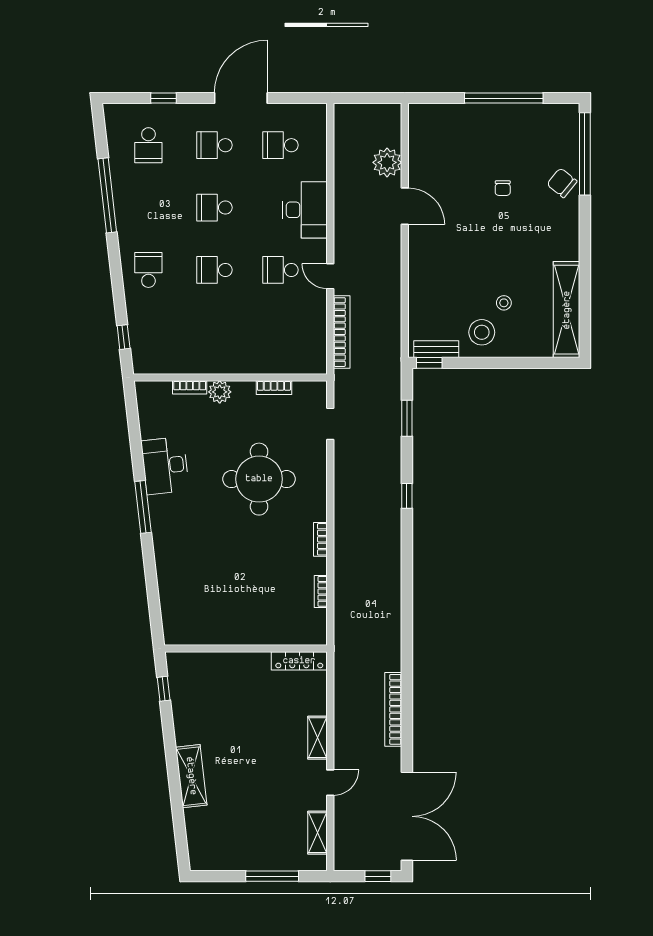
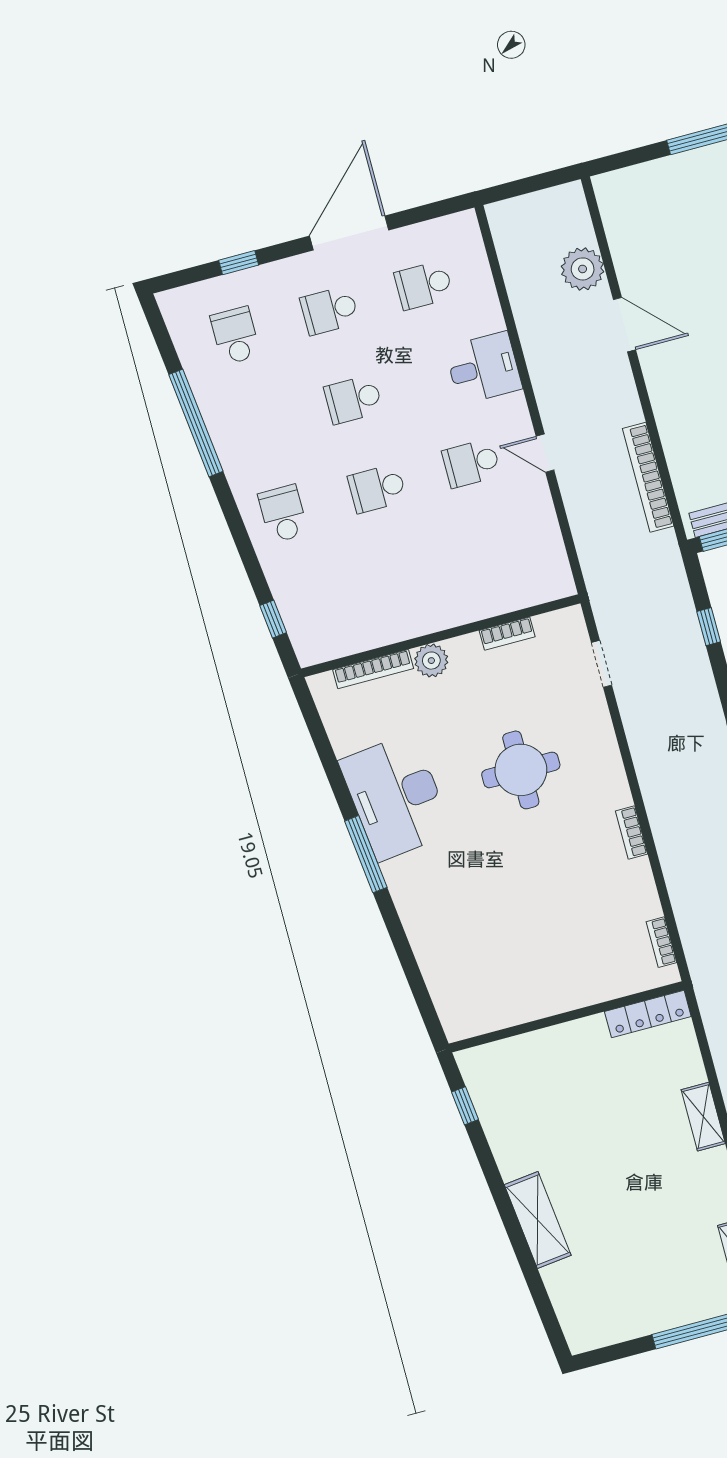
school desk: (148, 145) -> (235, 336), turned 180
desk: (305, 210) -> (484, 368), width x0.73
bookcase: (342, 332) -> (648, 477), moved, turned 180
bookcase: (190, 387) -> (373, 669), width x1.56
window: (407, 418) -> (709, 627), width x0.67
desk: (165, 466) -> (396, 797), width x1.36, depth x1.30
round table: (259, 479) -> (521, 770), width x0.73, depth x0.73
bookcase: (321, 591) -> (661, 942), moved

